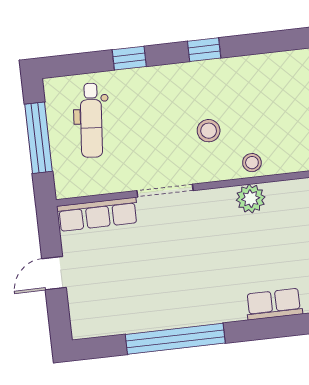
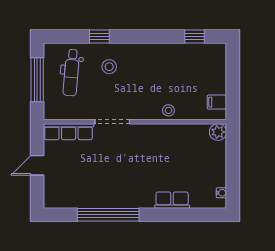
window: (204, 50) -> (194, 37), moved
stool: (209, 131) -> (109, 67), moved
plant: (251, 199) -> (165, 133), removed

